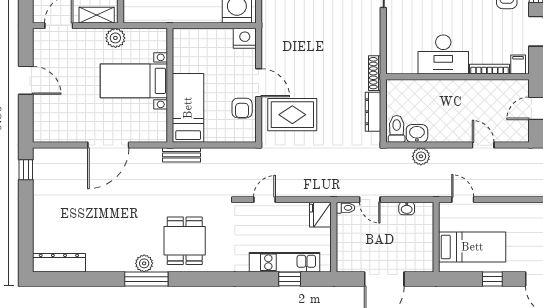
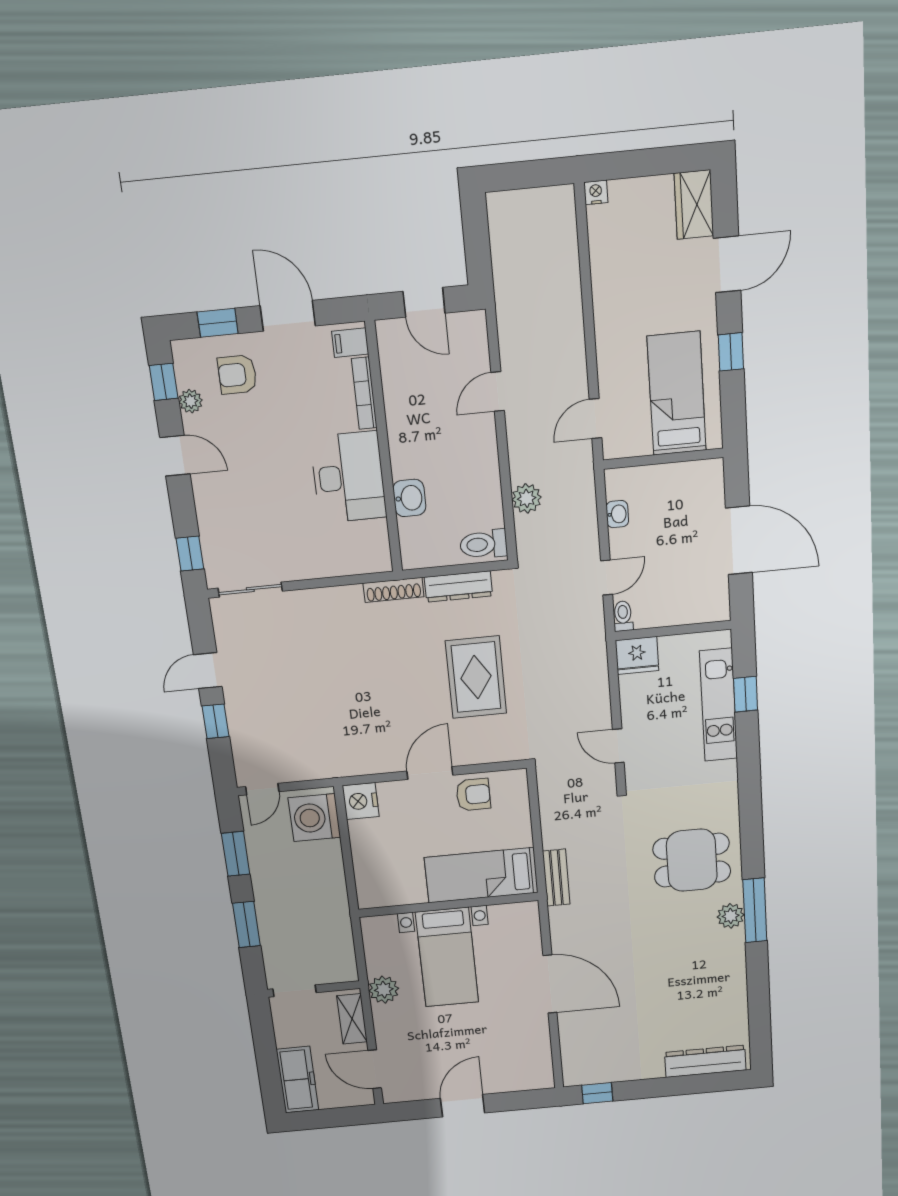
rug: (292, 115) -> (476, 677), moved
washbasin: (417, 133) -> (409, 498), moved, turned 180
dresser: (59, 263) -> (705, 1061), moved, turned 90

